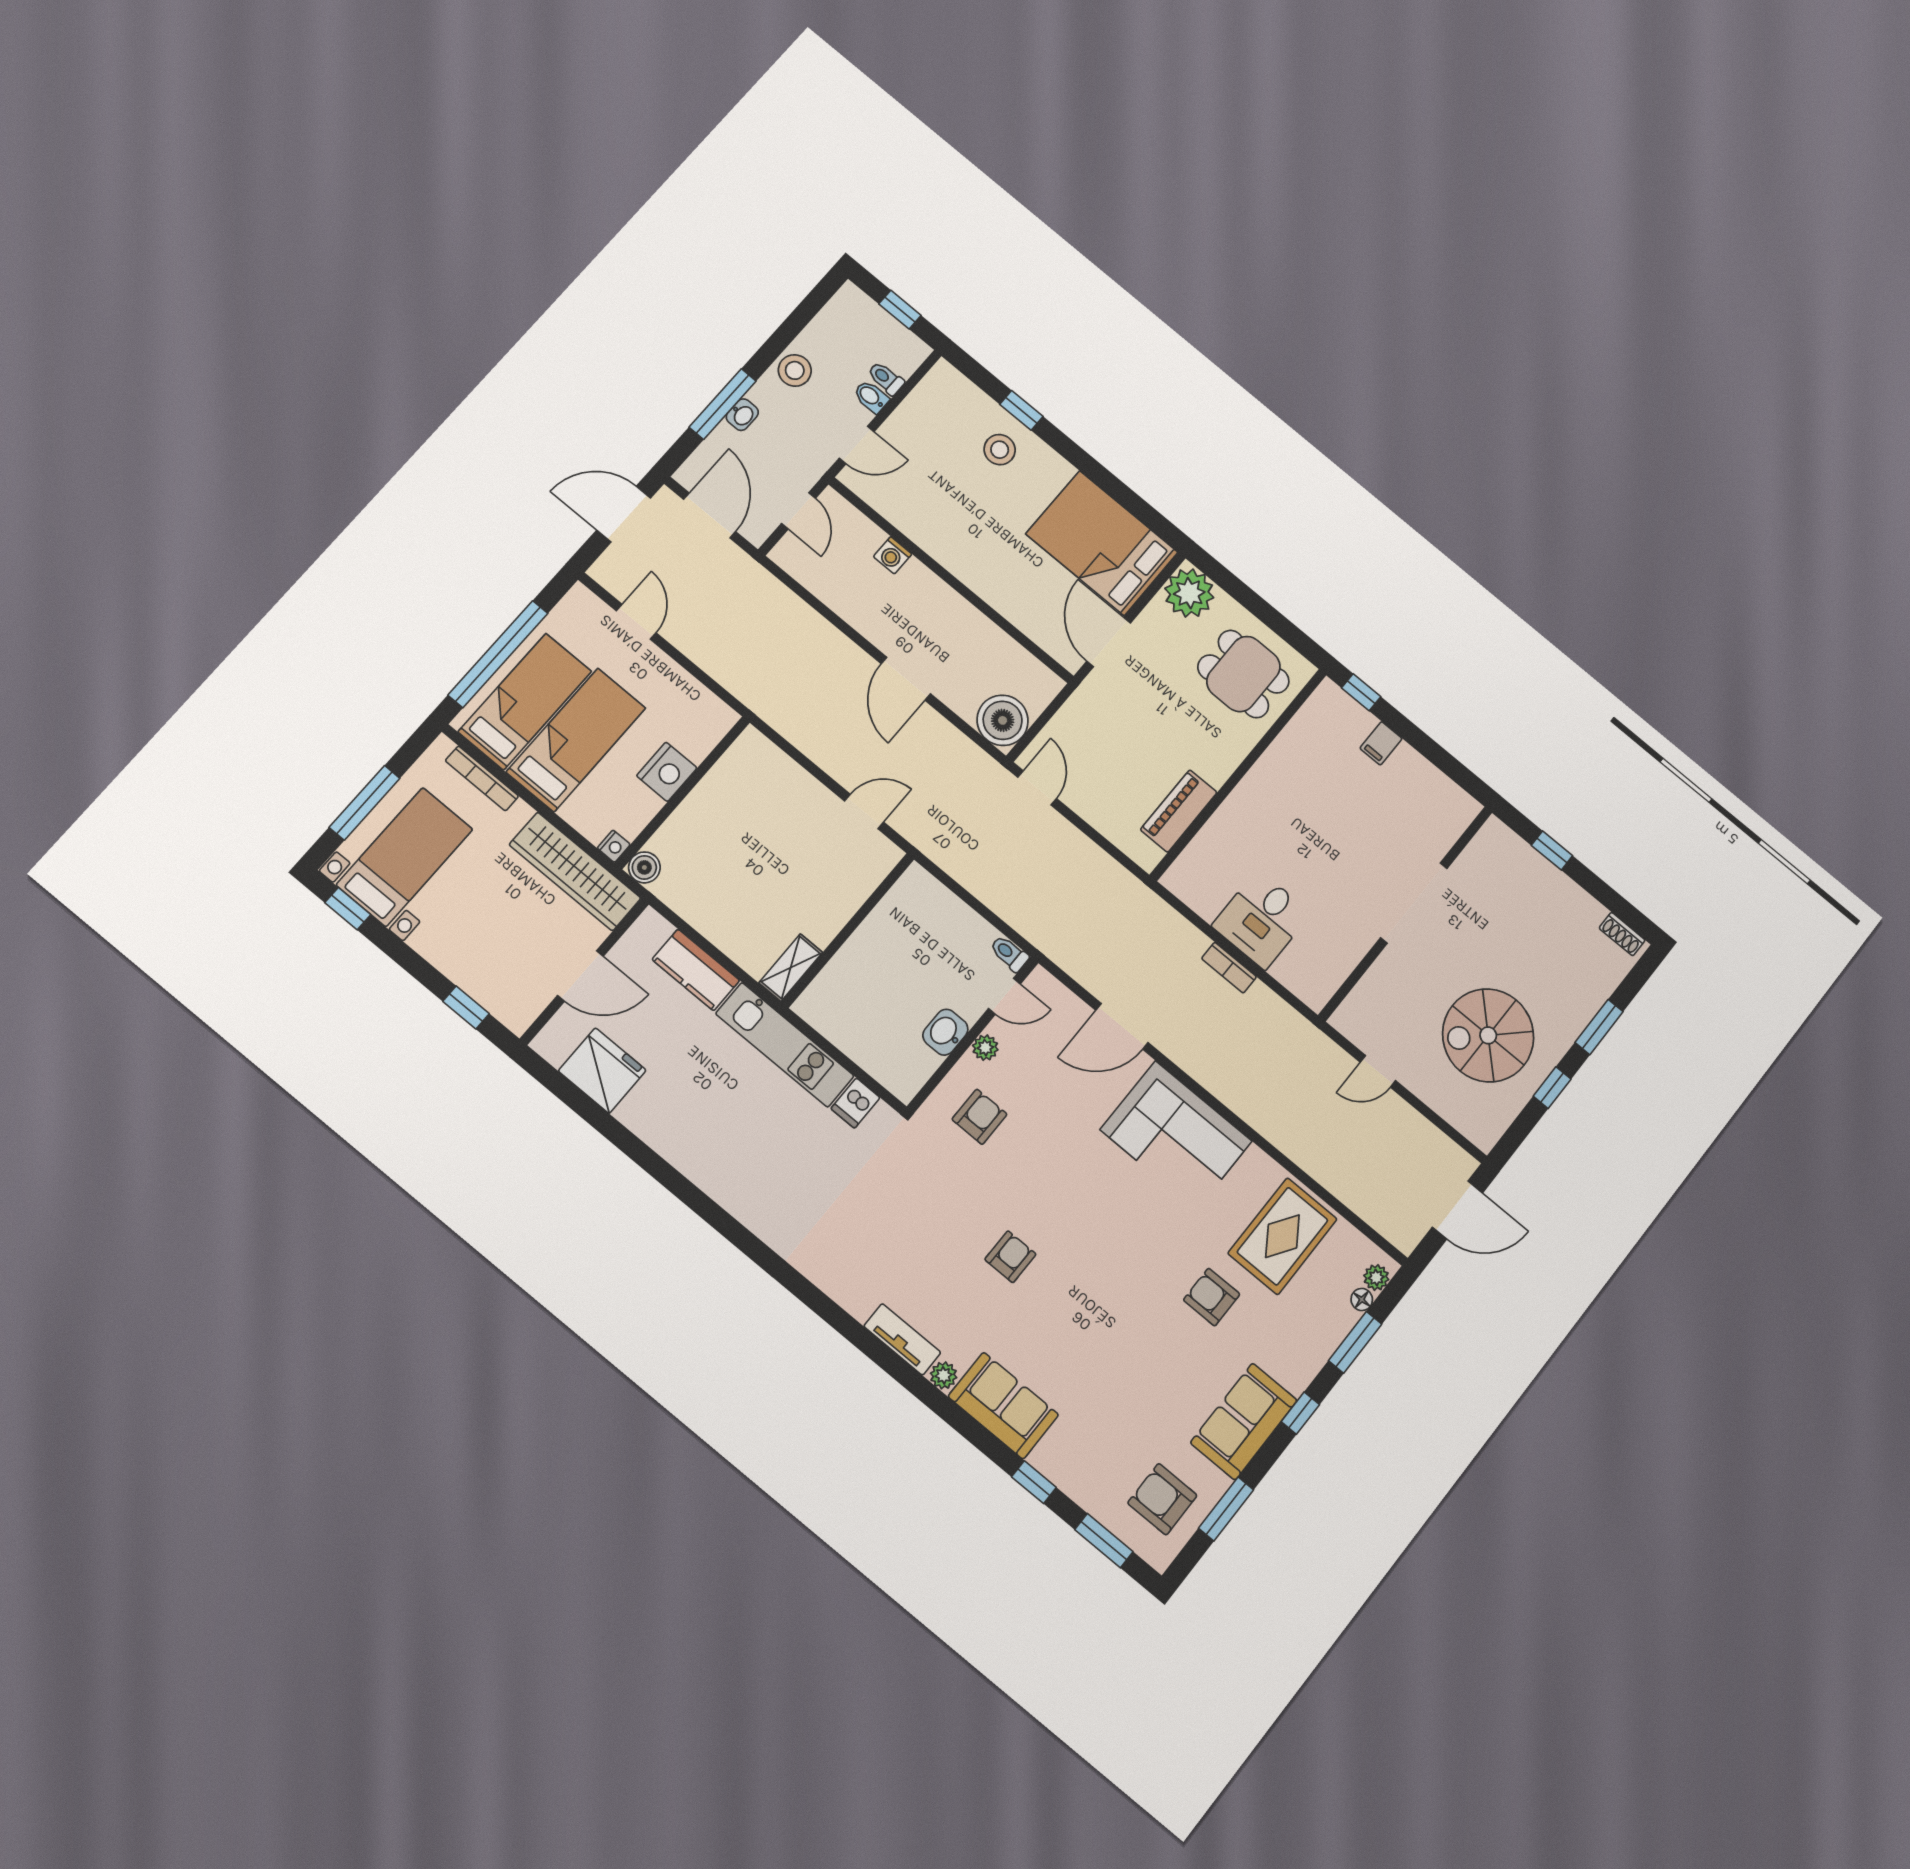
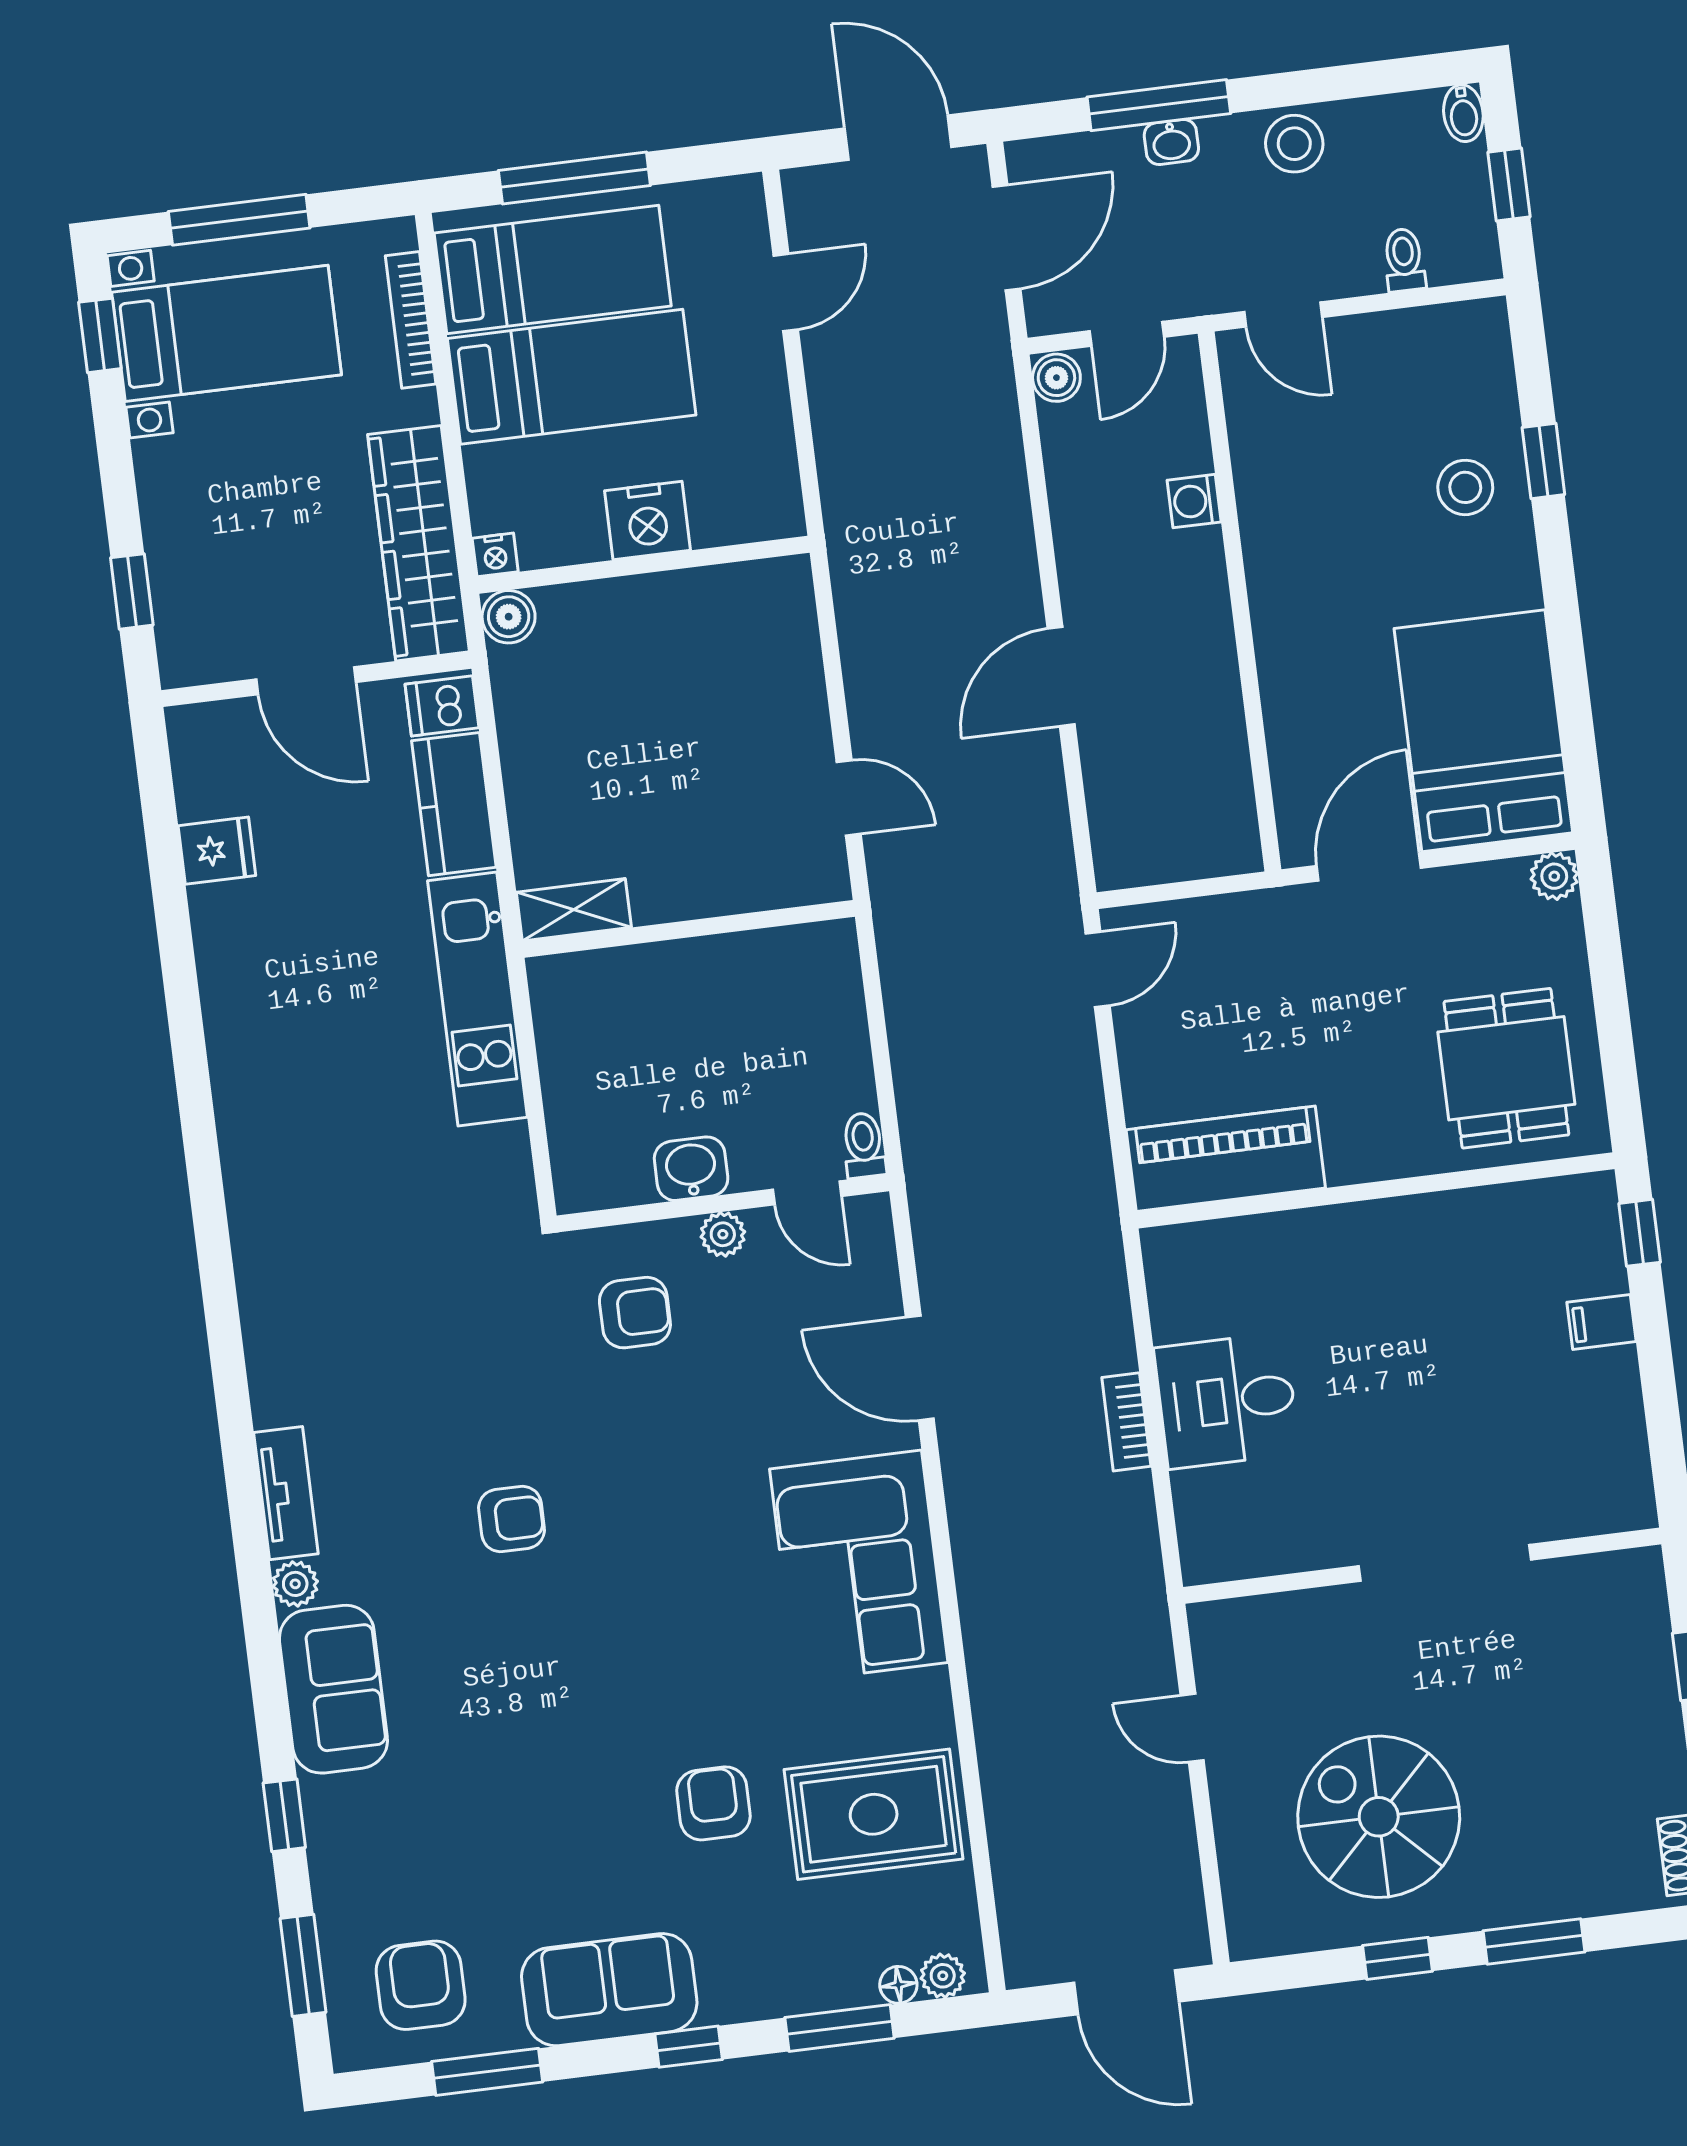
bidet: (871, 397) -> (1463, 113), moved, turned 180
plant: (1189, 593) -> (1554, 876), width x0.53, depth x0.53
window: (498, 654) -> (574, 178), width x0.68
boiler: (1003, 720) -> (1056, 378), moved, width x0.54, depth x0.54
piano: (1179, 811) -> (1226, 1159), width x1.37, depth x1.33
fridge: (602, 1071) -> (217, 851), width x0.53, depth x0.75
dishwasher: (855, 1103) -> (442, 706), moved

